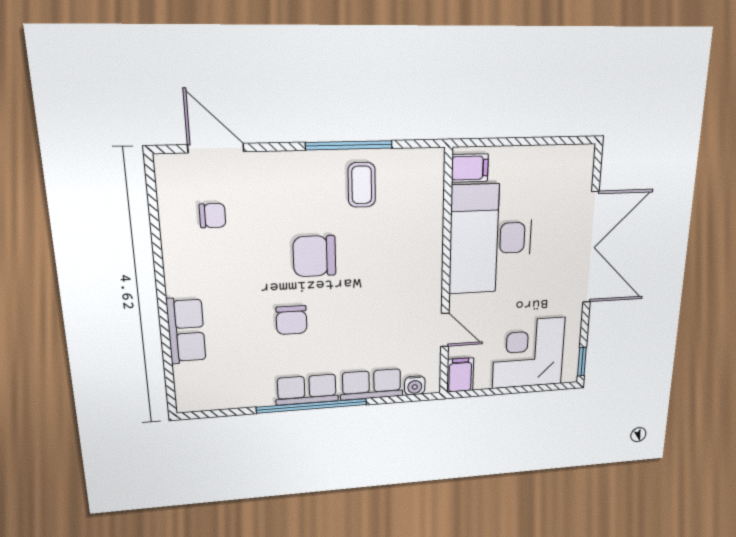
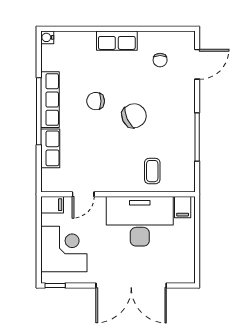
coffee table: (362, 185) -> (152, 171), moved, turned 90
chair: (314, 256) -> (134, 116), turned 65
row of seats: (186, 331) -> (117, 41), moved
water cooler: (415, 385) -> (47, 37), moved
row of seats: (307, 390) -> (50, 100), width x1.48

